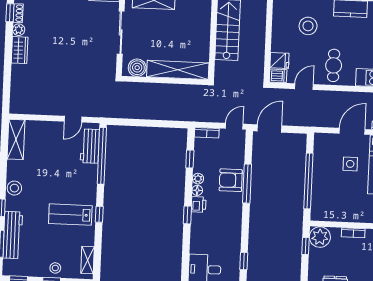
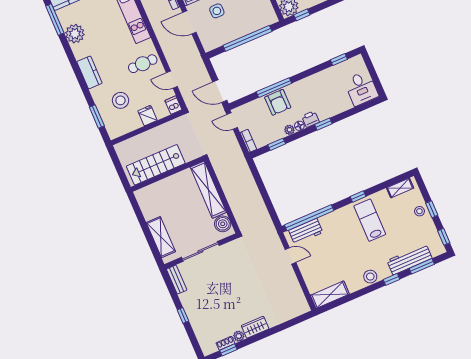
fridge: (279, 61) -> (147, 116), moved
lab bench: (70, 215) -> (370, 220), turned 180

